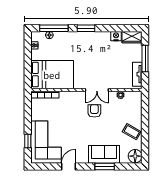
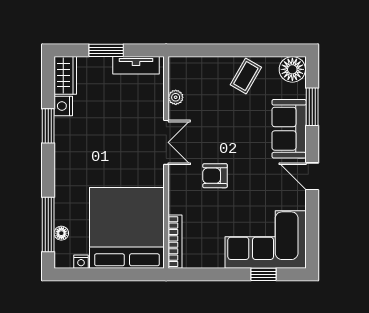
window: (86, 28) -> (48, 126), moved
window: (145, 59) -> (106, 50), width x0.69
bed: (52, 75) -> (127, 228), width x1.36
armchair: (94, 111) -> (215, 176), moved
door: (69, 166) -> (312, 176), moved
window: (105, 166) -> (312, 107), moved

